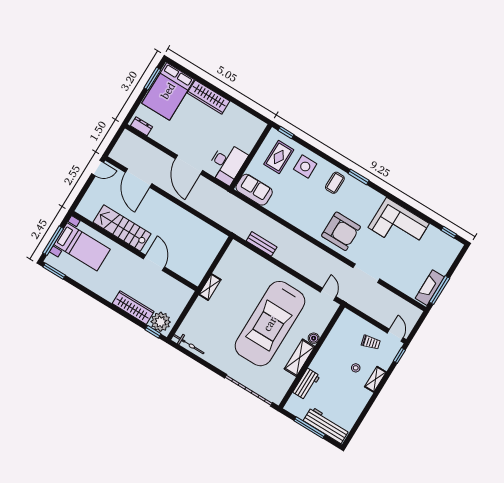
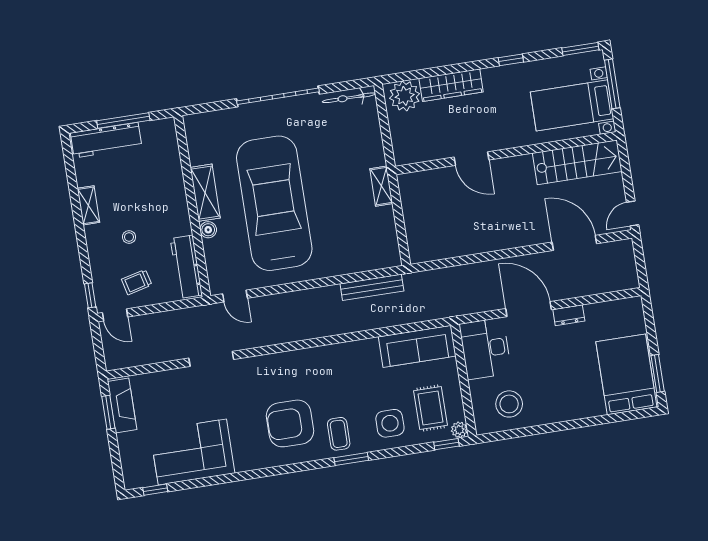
wardrobe: (208, 97) -> (573, 408), removed
dresser: (142, 126) -> (569, 315), moved
stool: (238, 126) -> (509, 404), added
plant: (274, 134) -> (459, 430), added
window: (358, 177) -> (351, 459), moved
sofa: (254, 190) -> (417, 346), width x1.36
corner sofa: (399, 225) -> (192, 452), moved
stairs: (122, 228) -> (577, 162), moved
armchair: (341, 231) -> (290, 423), moved
bench: (262, 244) -> (372, 287), width x1.36
window: (439, 290) -> (108, 412), width x0.69
window: (153, 332) -> (511, 60), moved
shelving: (375, 379) -> (88, 205), moved
workbench: (306, 384) -> (186, 267), moved, width x1.38
garage door: (249, 390) -> (278, 96), moved

